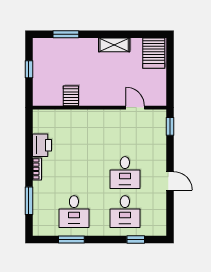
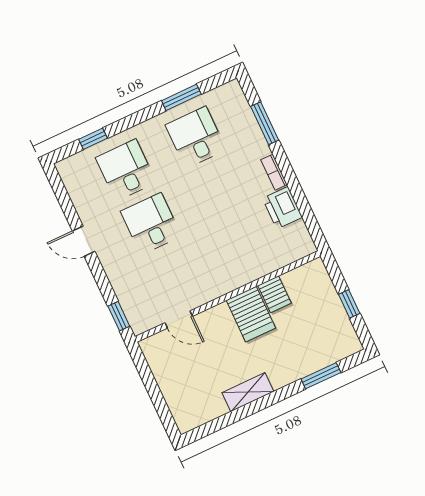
server rack: (154, 53) -> (251, 314), moved, turned 180

